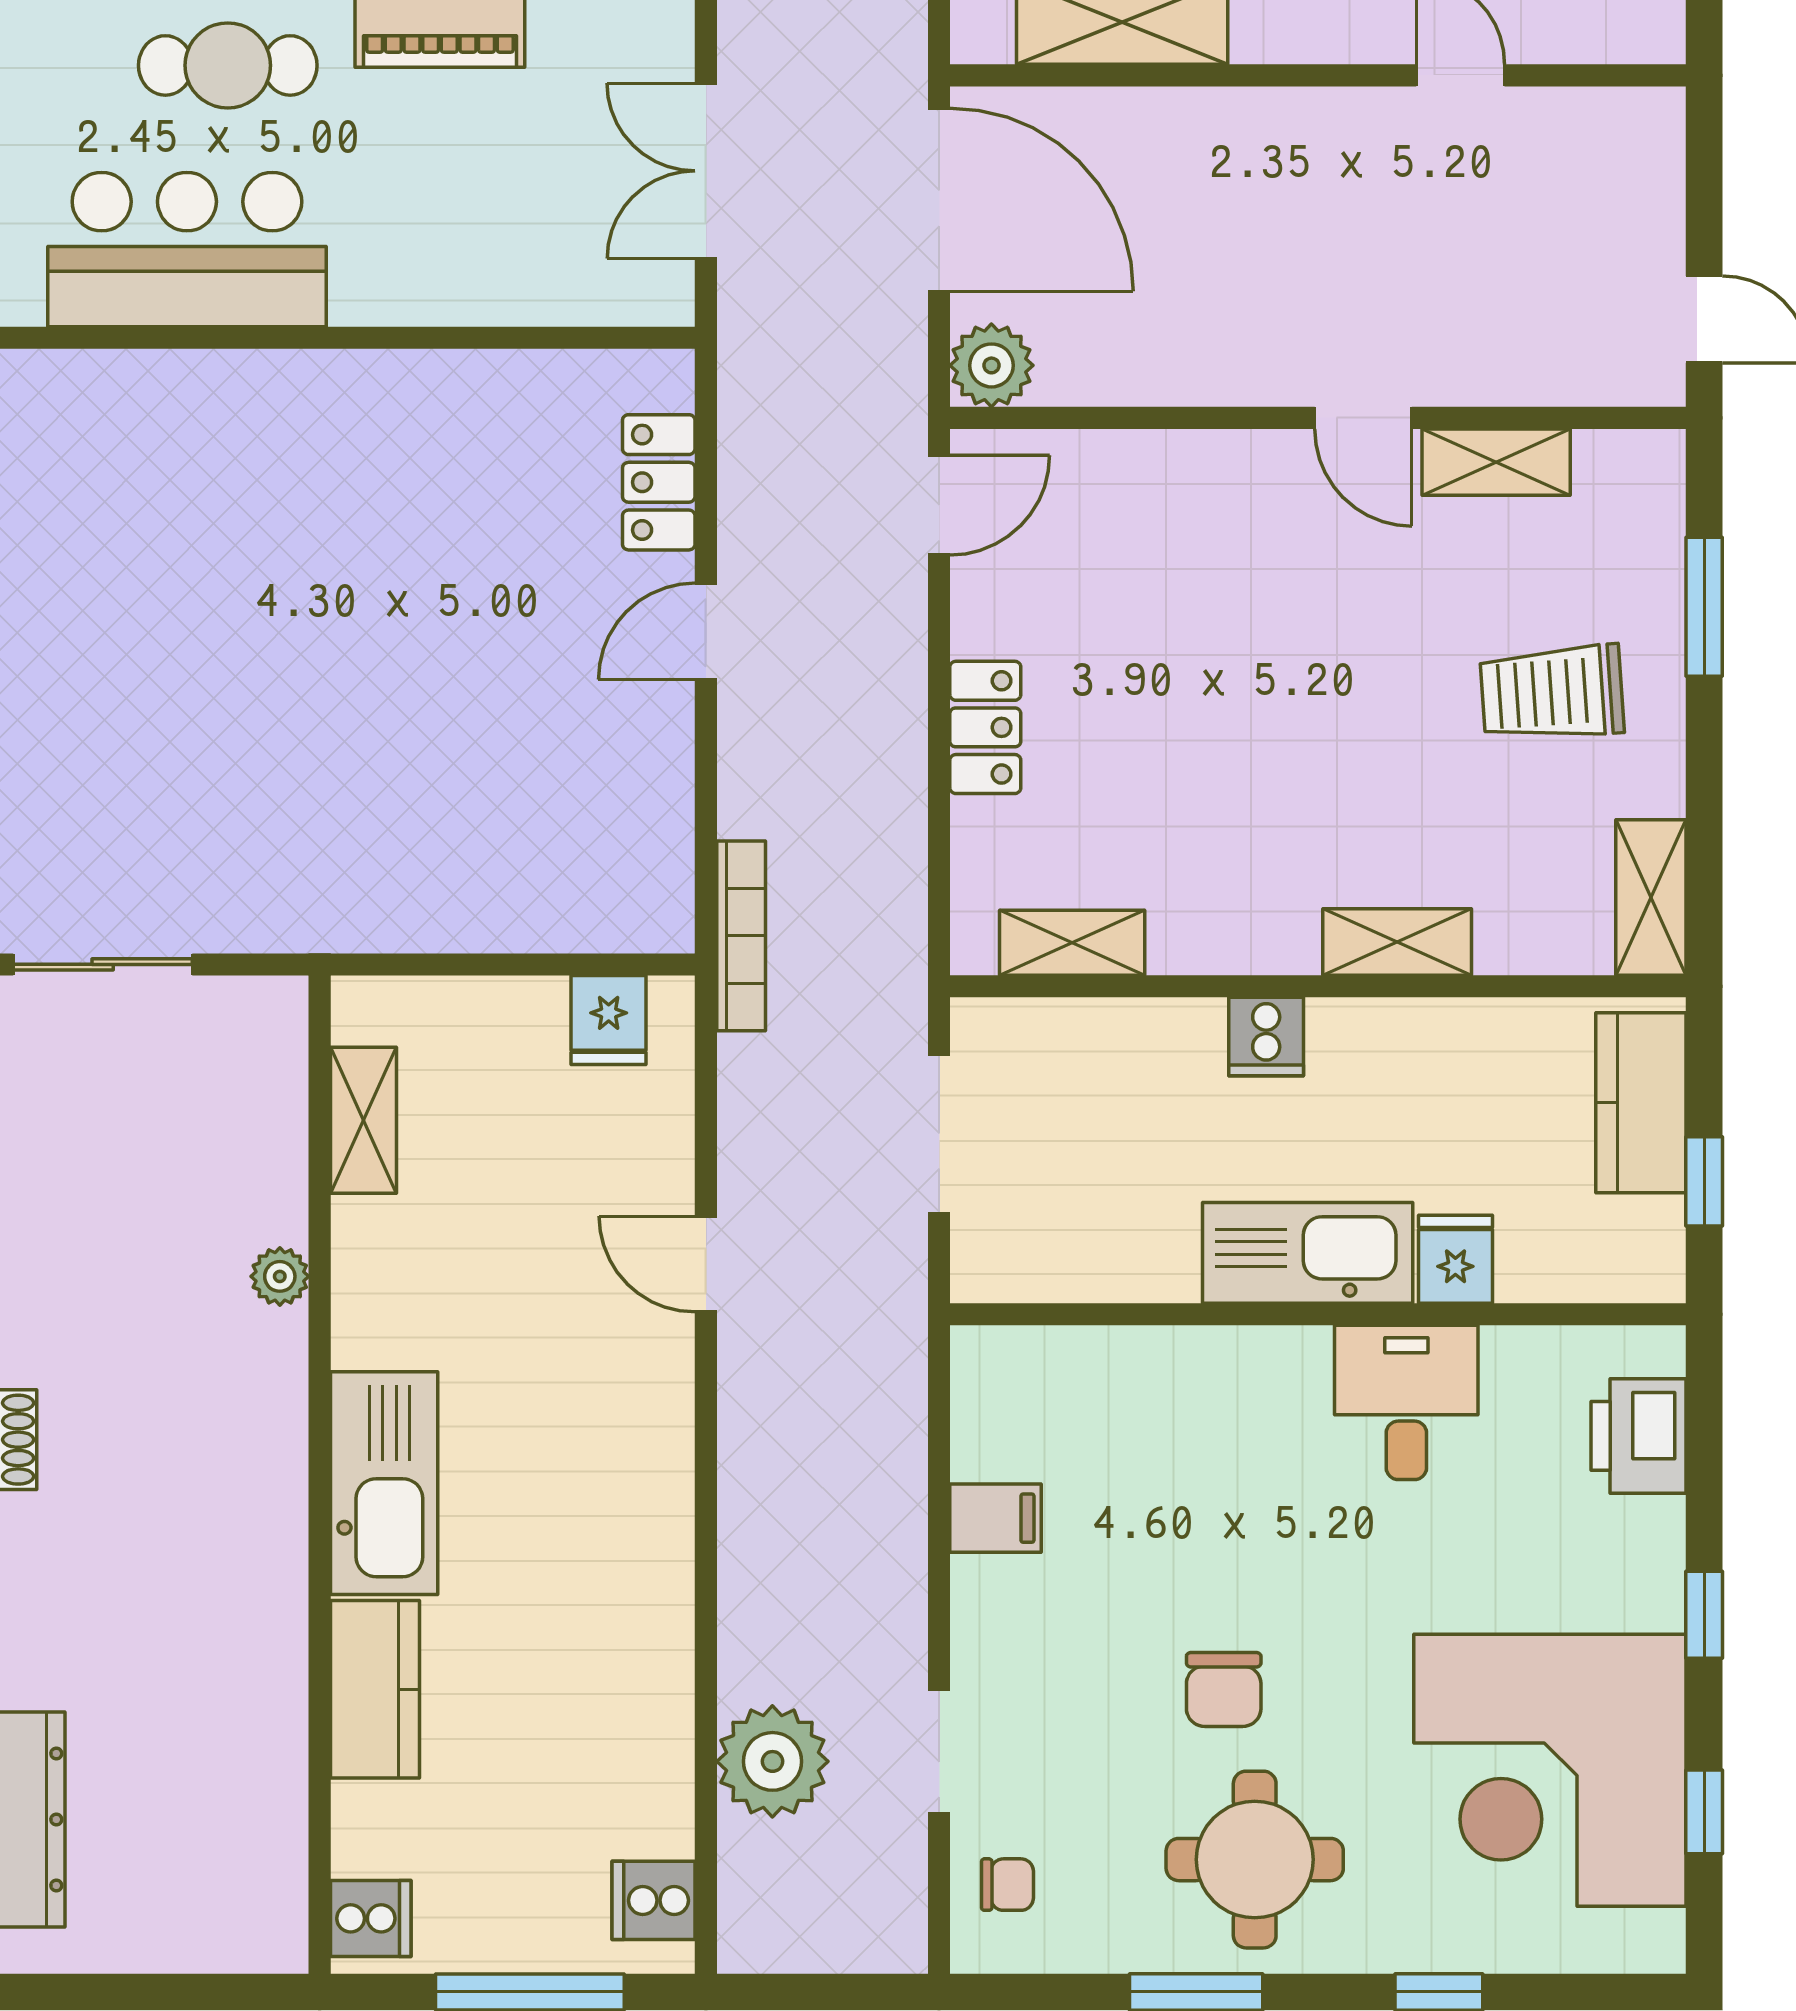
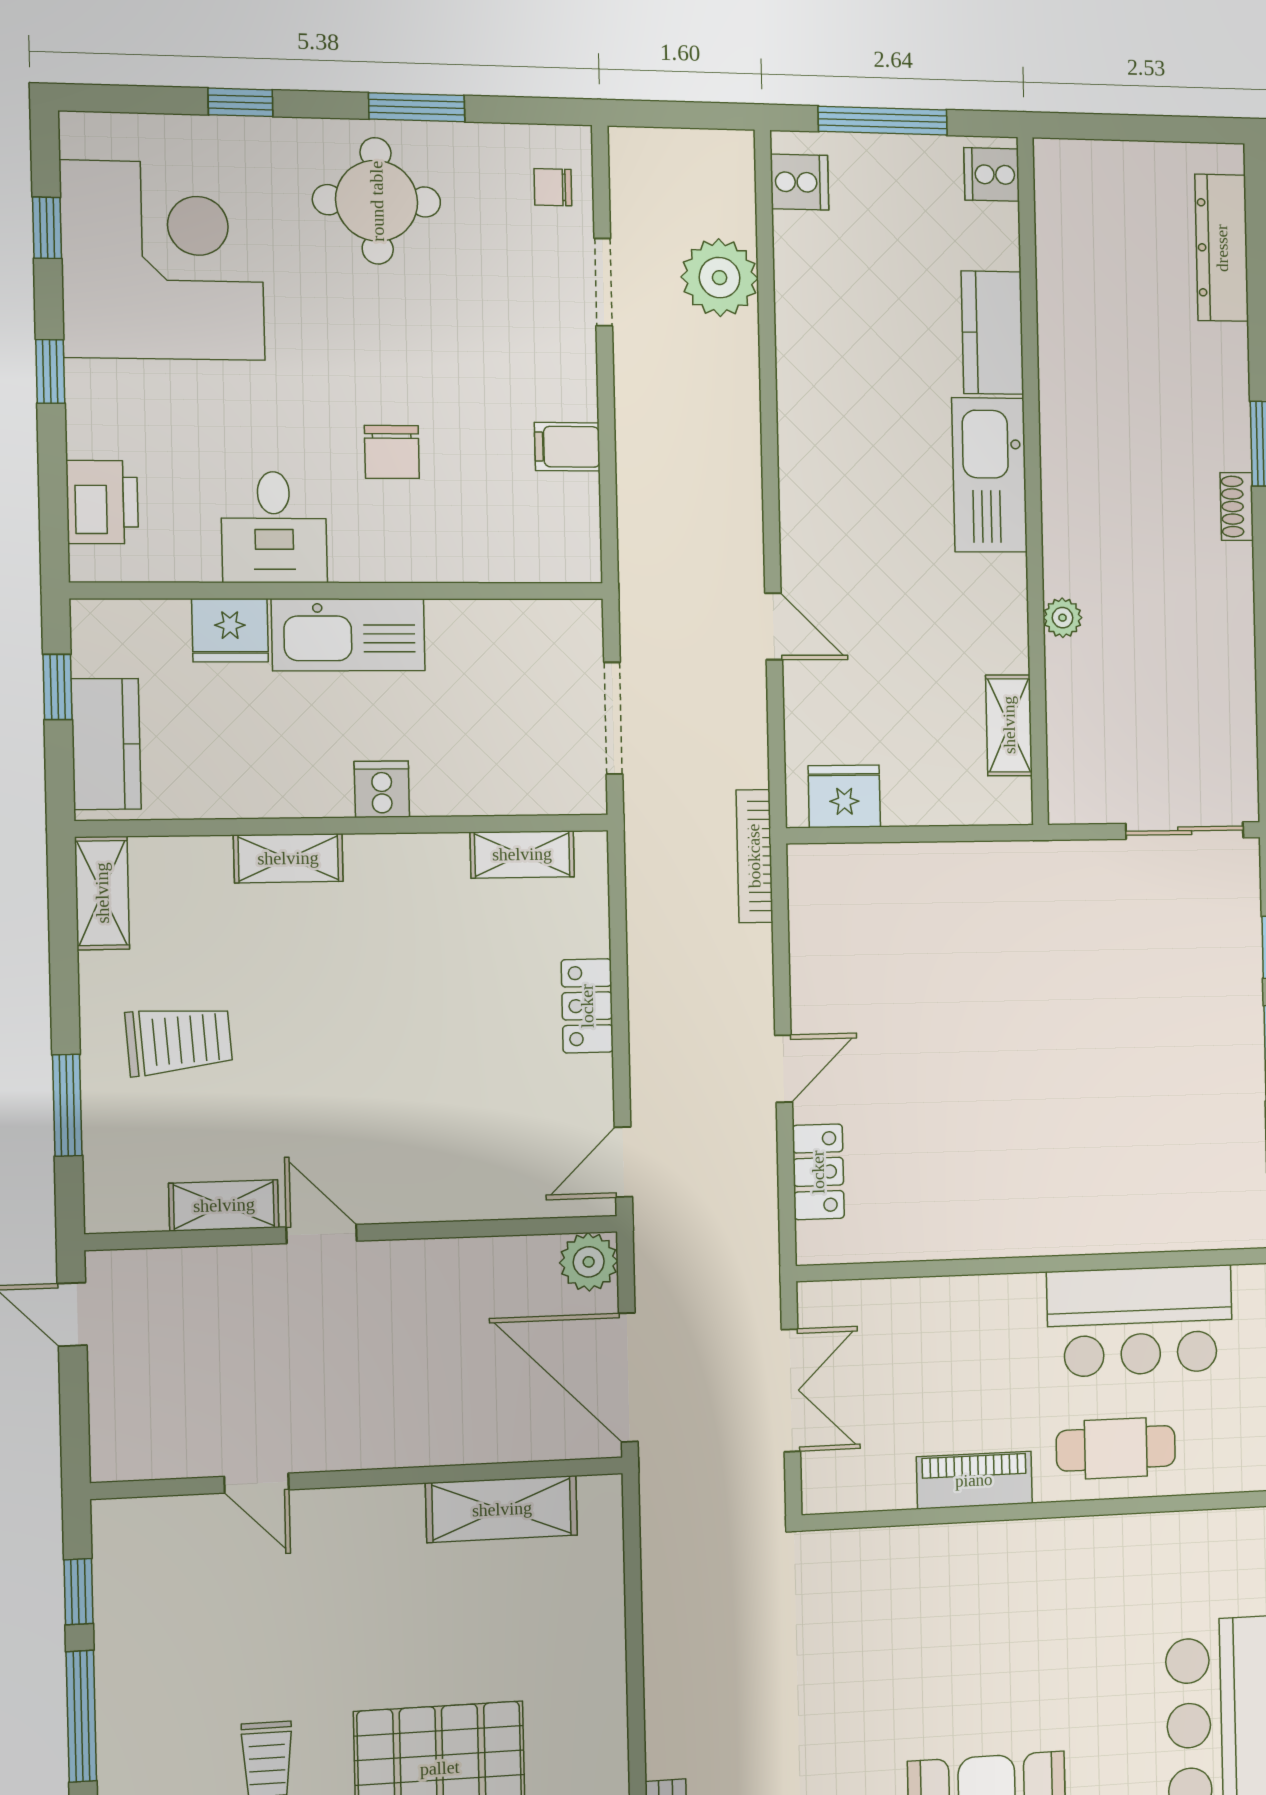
fridge: (609, 1020) -> (844, 796), width x1.38
fridge: (1455, 1259) -> (230, 630), width x1.38
chair: (1224, 1689) -> (392, 452), moved, turned 180

